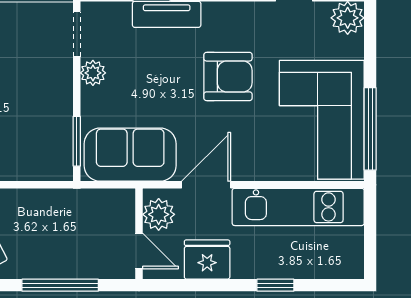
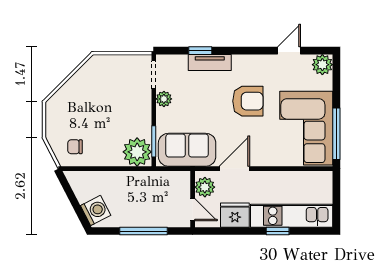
plant: (50, 158) -> (137, 152), added
kitchen unit: (298, 207) -> (292, 216), moved, turned 180

